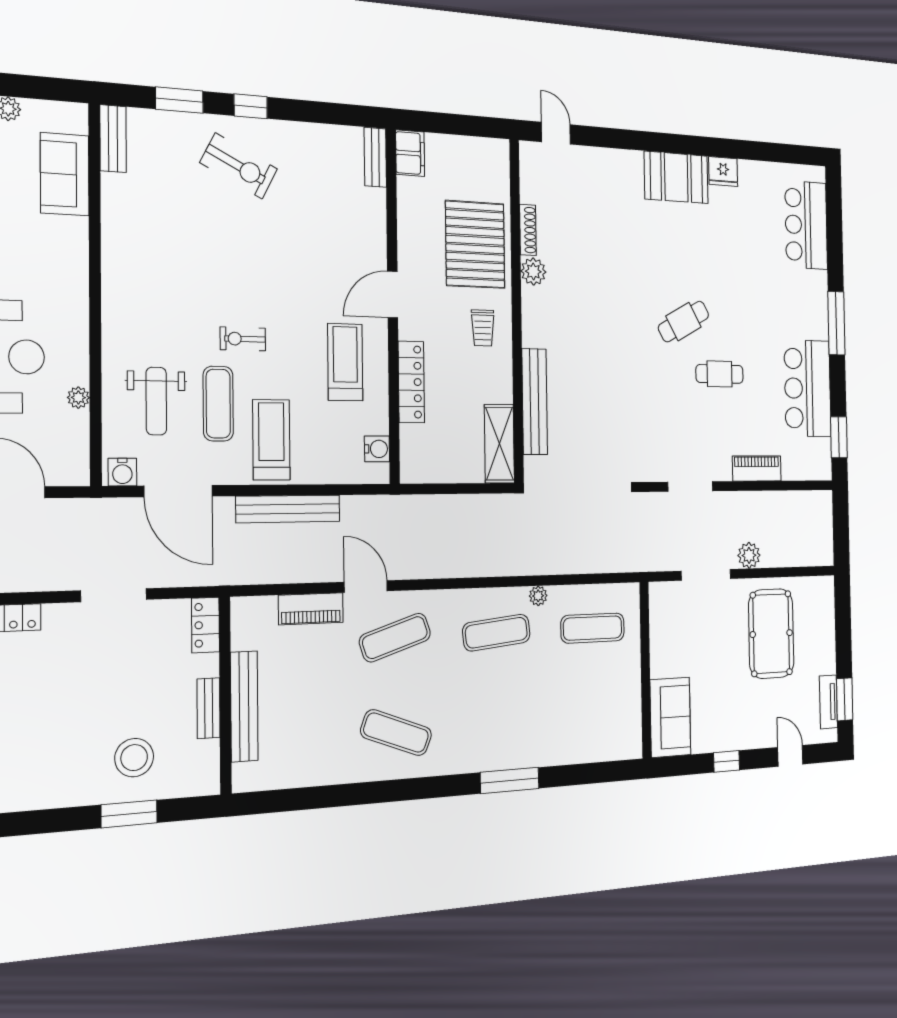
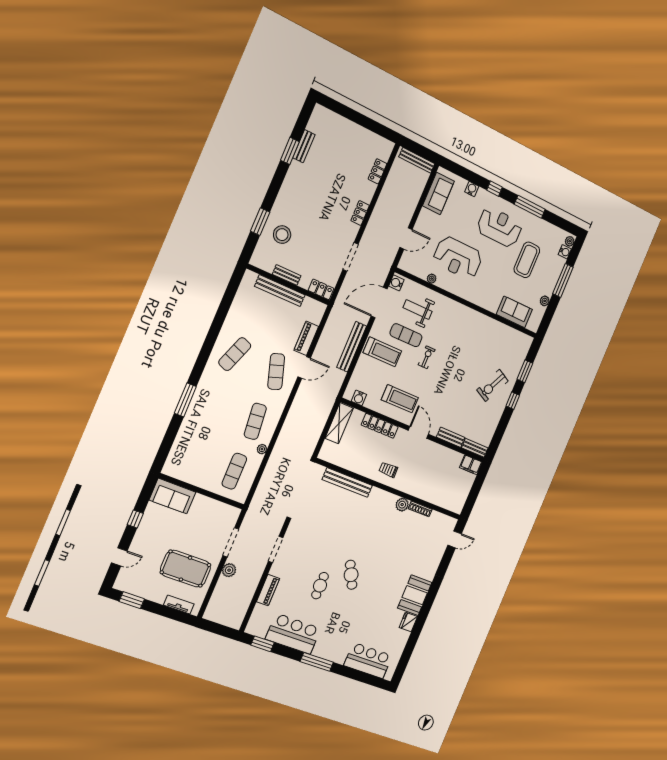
bench: (113, 139) -> (451, 437), moved
pallet: (475, 245) -> (424, 480), removed
shelving: (499, 444) -> (339, 423), moved, turned 90
tv unit: (828, 702) -> (179, 605), moved

